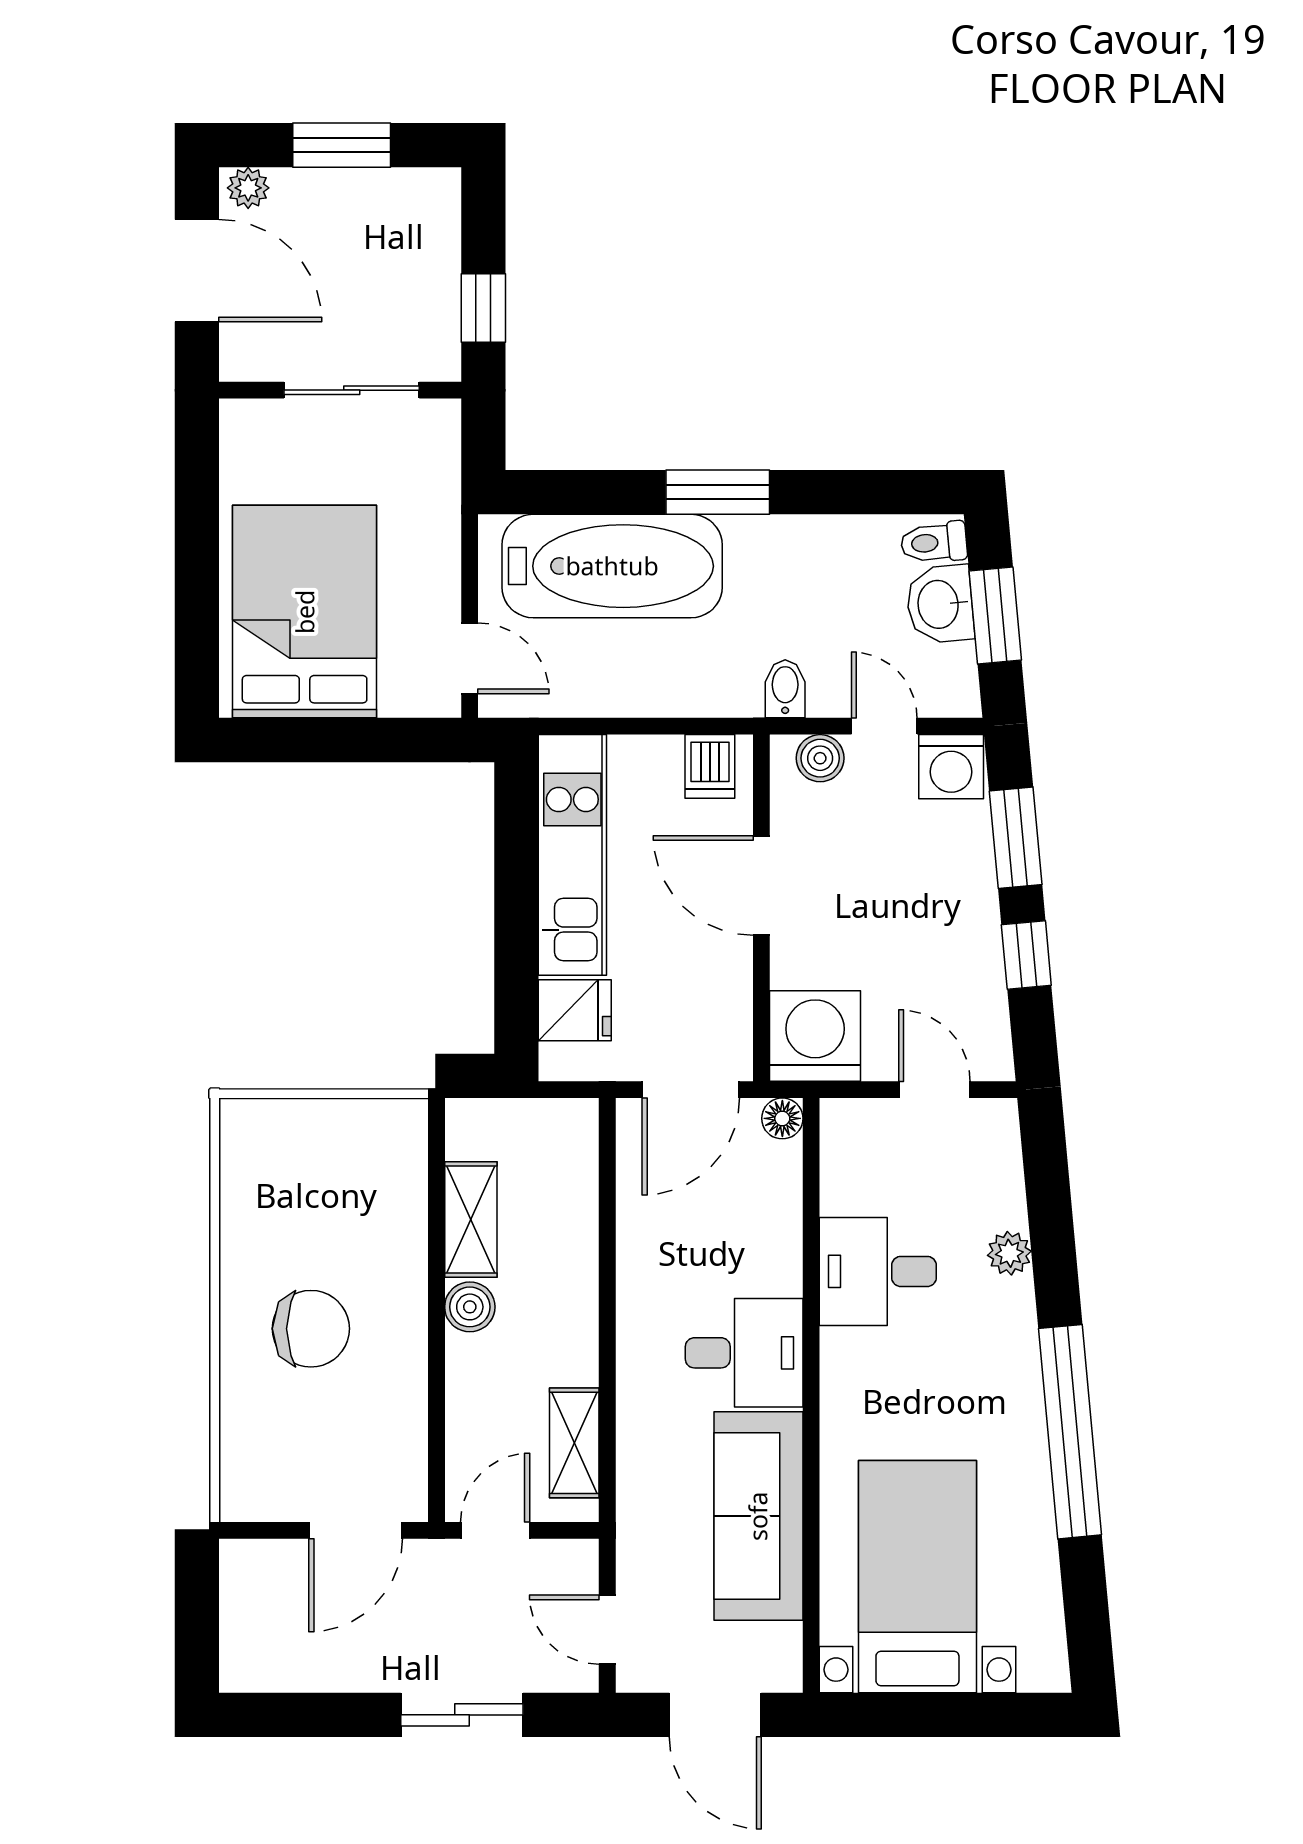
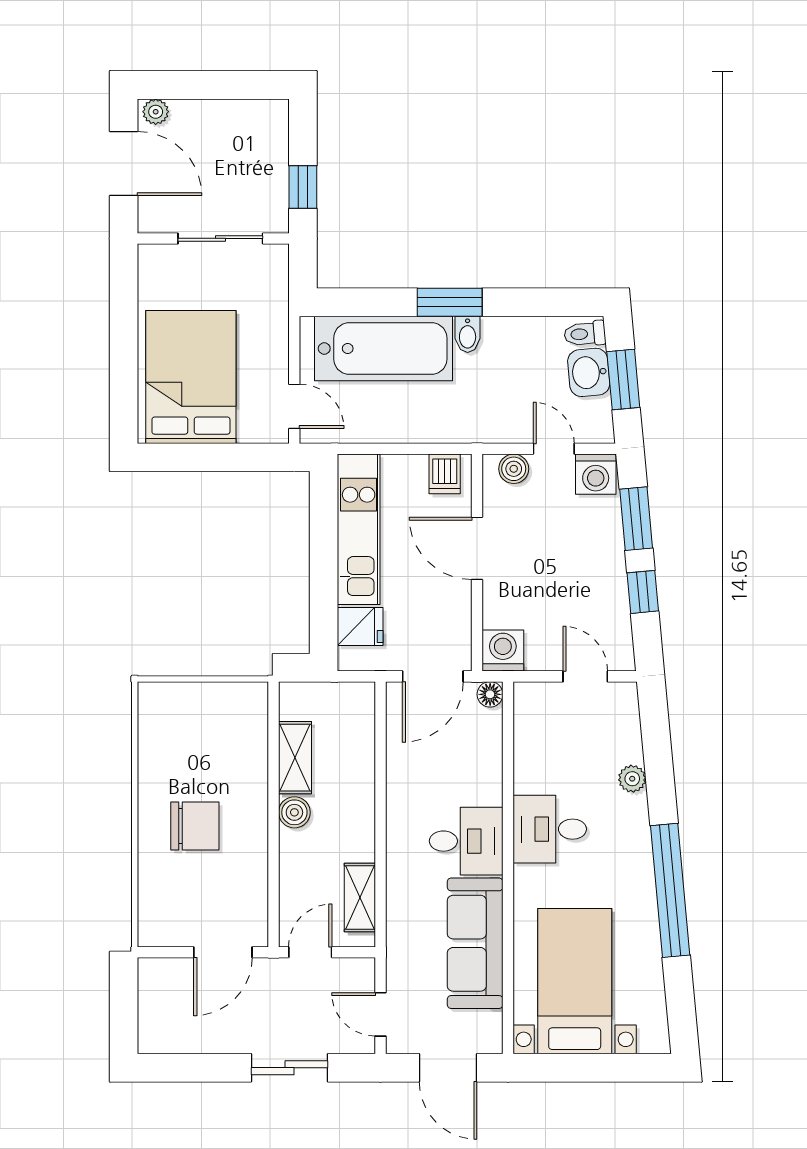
window: (342, 145) -> (214, 85), removed
bidet: (785, 689) -> (468, 334), moved, turned 180
washing machine: (815, 1036) -> (503, 650), width x0.73, depth x0.73
desk: (878, 1271) -> (550, 829), moved

